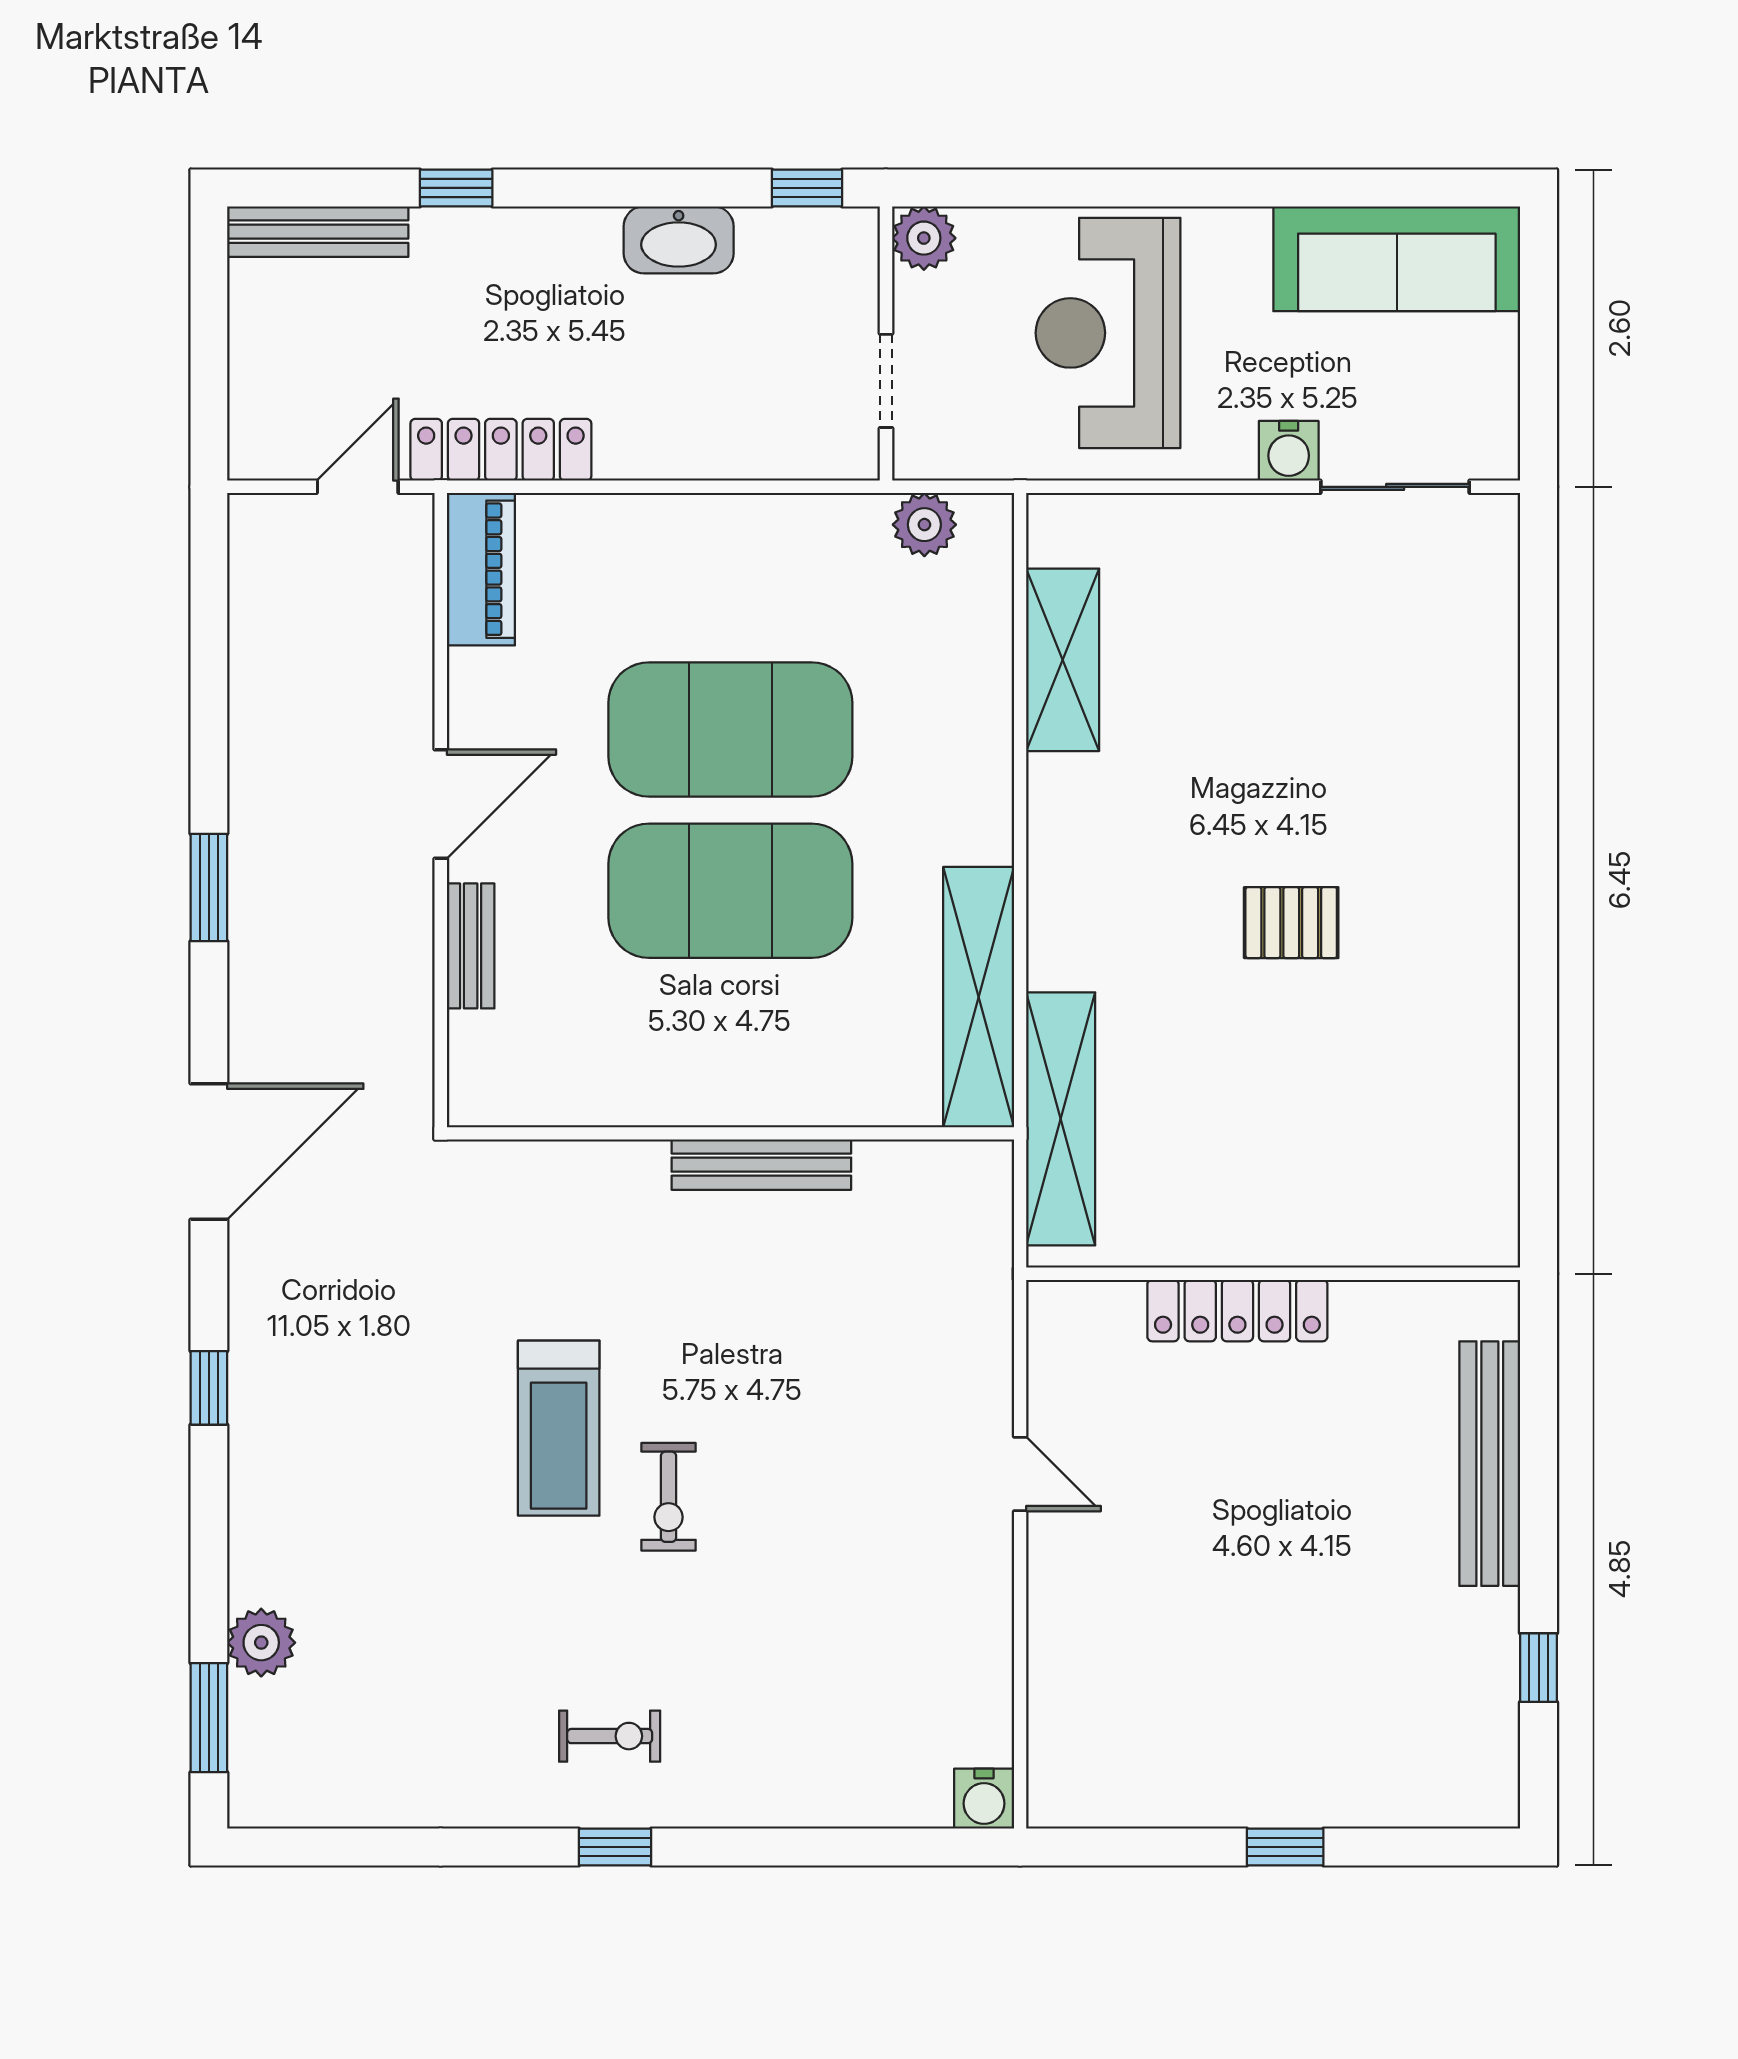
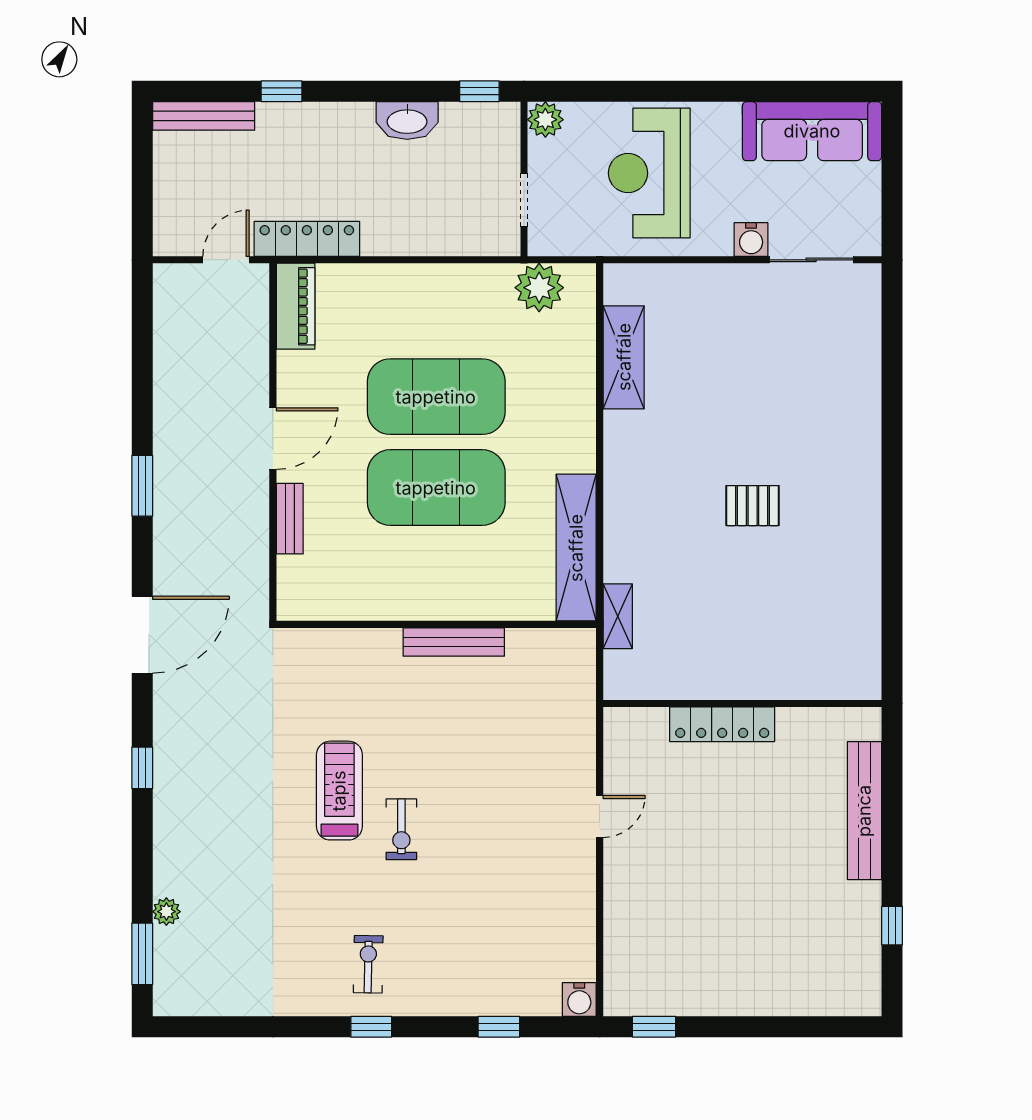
plant: (924, 525) -> (539, 288), width x1.36, depth x1.36
shelving: (1061, 1119) -> (618, 616), width x0.45, depth x0.75
treadmill: (559, 1428) -> (339, 791), turned 180
door: (1020, 1474) -> (600, 816), hinge flipped
plant: (261, 1643) -> (166, 912), width x0.73, depth x0.73
exercise bike: (610, 1736) -> (368, 964), turned -89
window: (841, 1847) -> (499, 1027), added
window: (1285, 1847) -> (654, 1027), moved

